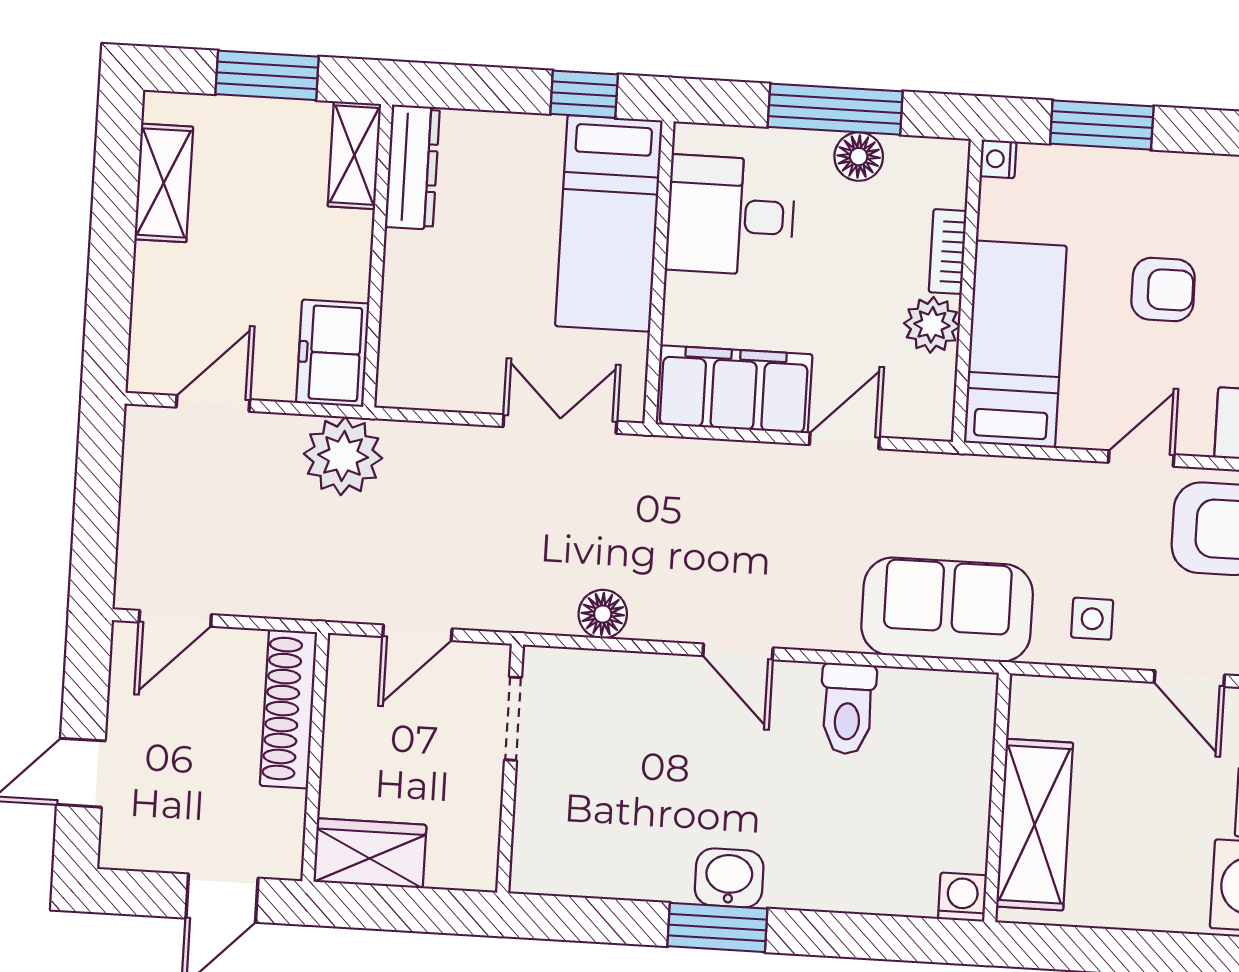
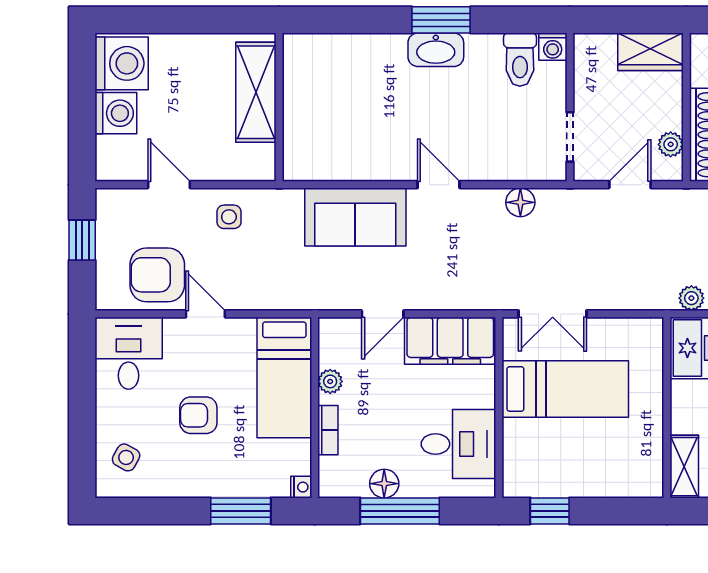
dresser: (412, 167) -> (649, 461), removed
bed: (609, 223) -> (565, 389), moved, turned 90
plant: (932, 325) -> (330, 381), width x0.73, depth x0.73
plant: (343, 456) -> (691, 298), width x0.53, depth x0.53
door: (1141, 459) -> (205, 314), swing flipped
sofa: (947, 610) -> (355, 217), moved
plant: (345, 696) -> (671, 144), added
toilet: (848, 709) -> (520, 60), moved, turned 180
washbasin: (729, 878) -> (436, 50), width x1.38
washing machine: (962, 897) -> (553, 47), moved

